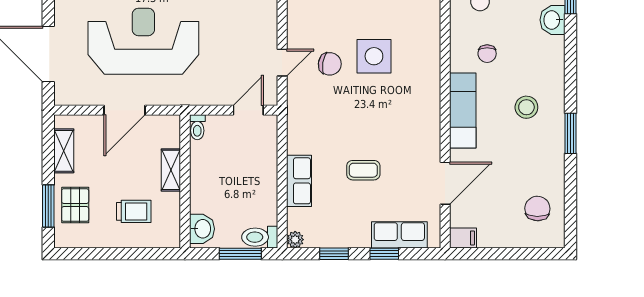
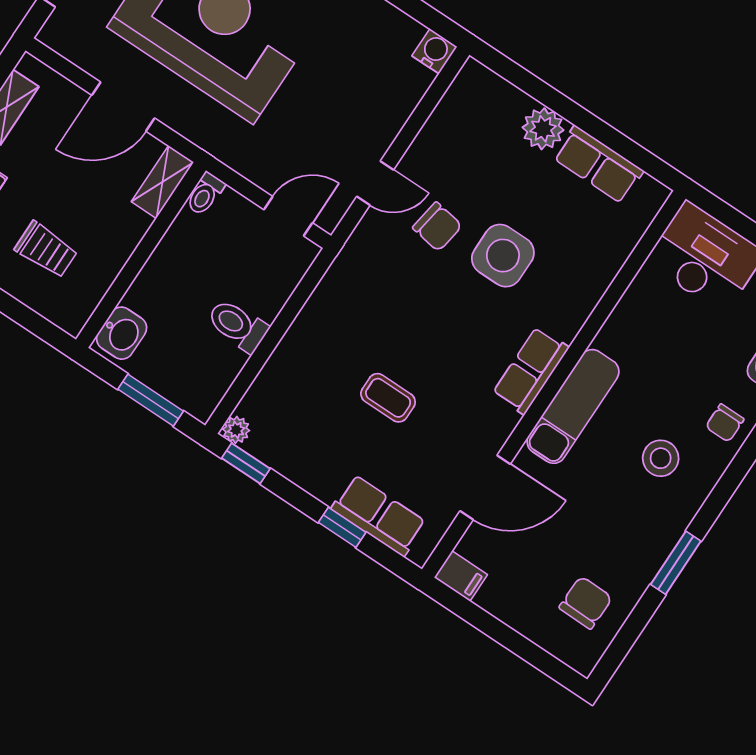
chair: (487, 54) -> (725, 423), moved
window: (571, 133) -> (676, 563), moved
shelving: (171, 170) -> (163, 182), moved
row of seats: (299, 181) -> (531, 370), moved, turned 180
toilet: (260, 237) -> (238, 325), moved
window: (334, 254) -> (246, 463), moved

